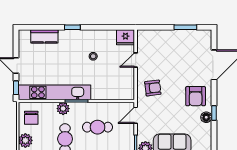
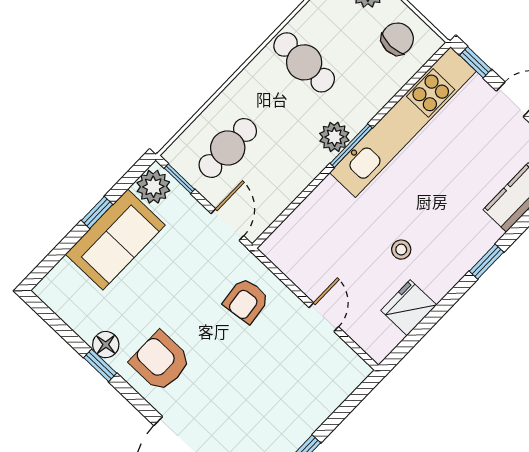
fridge: (125, 37) -> (409, 308), moved
plant: (63, 109) -> (334, 137), moved
chair: (31, 118) -> (397, 39), turned 90
cafe table: (98, 127) -> (228, 148), moved

